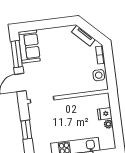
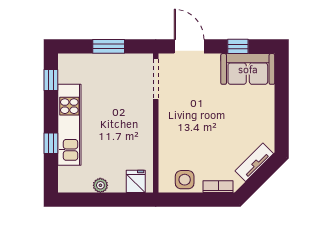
window: (17, 54) -> (238, 46), width x0.46
fridge: (105, 114) -> (136, 181), moved

